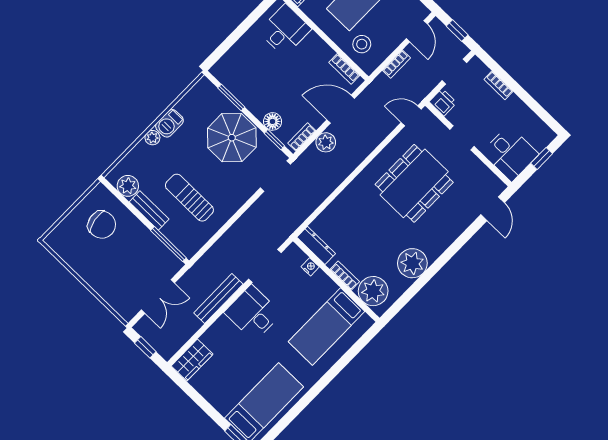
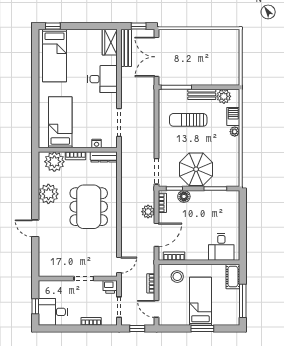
barbecue: (169, 123) -> (233, 116), moved
desk: (510, 153) -> (53, 312), moved
dining table: (414, 183) -> (89, 207), moved
sun lounger: (189, 198) -> (188, 120), turned 180
door: (493, 209) -> (35, 228), moved
chair: (102, 225) -> (218, 65), removed
double door: (158, 296) -> (157, 57), width x1.37
bench: (218, 299) -> (126, 48), moved
desk: (253, 313) -> (103, 79), moved

